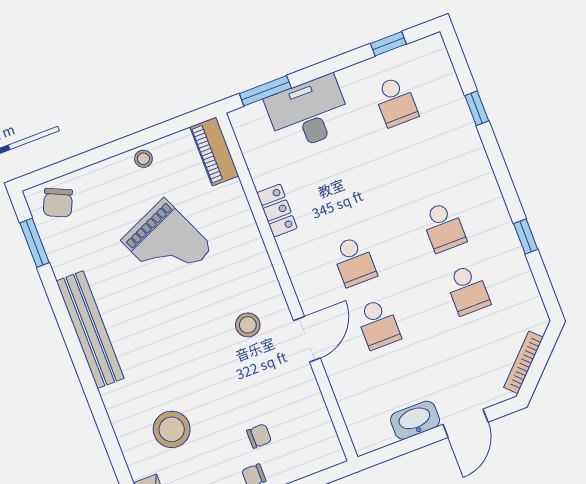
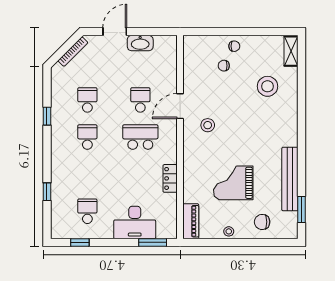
chair: (58, 203) -> (262, 222), moved, turned -114
grand piano: (167, 244) -> (233, 183), turned -66
school desk: (354, 261) -> (140, 137), width x1.85
bench: (90, 330) -> (290, 179), moved

